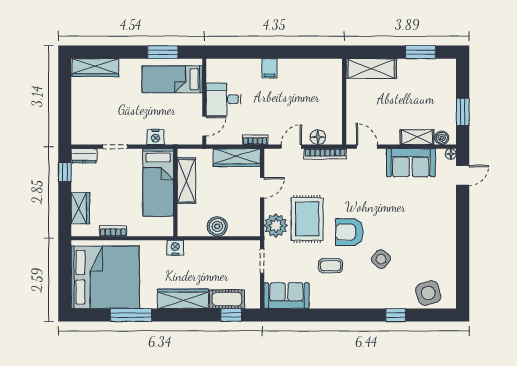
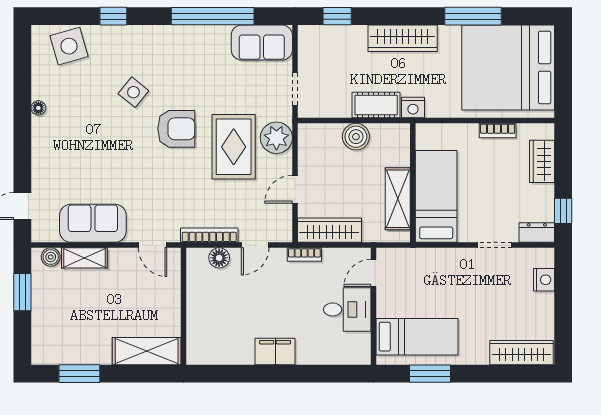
filing cabinet: (269, 68) -> (275, 351), width x2.00
nightstand: (156, 137) -> (544, 280), moved, turned 90
floor lamp: (451, 154) -> (38, 108), moved
coffee table: (331, 266) -> (202, 83), removed
cot: (227, 299) -> (376, 105), moved
window: (323, 315) -> (213, 16), added

